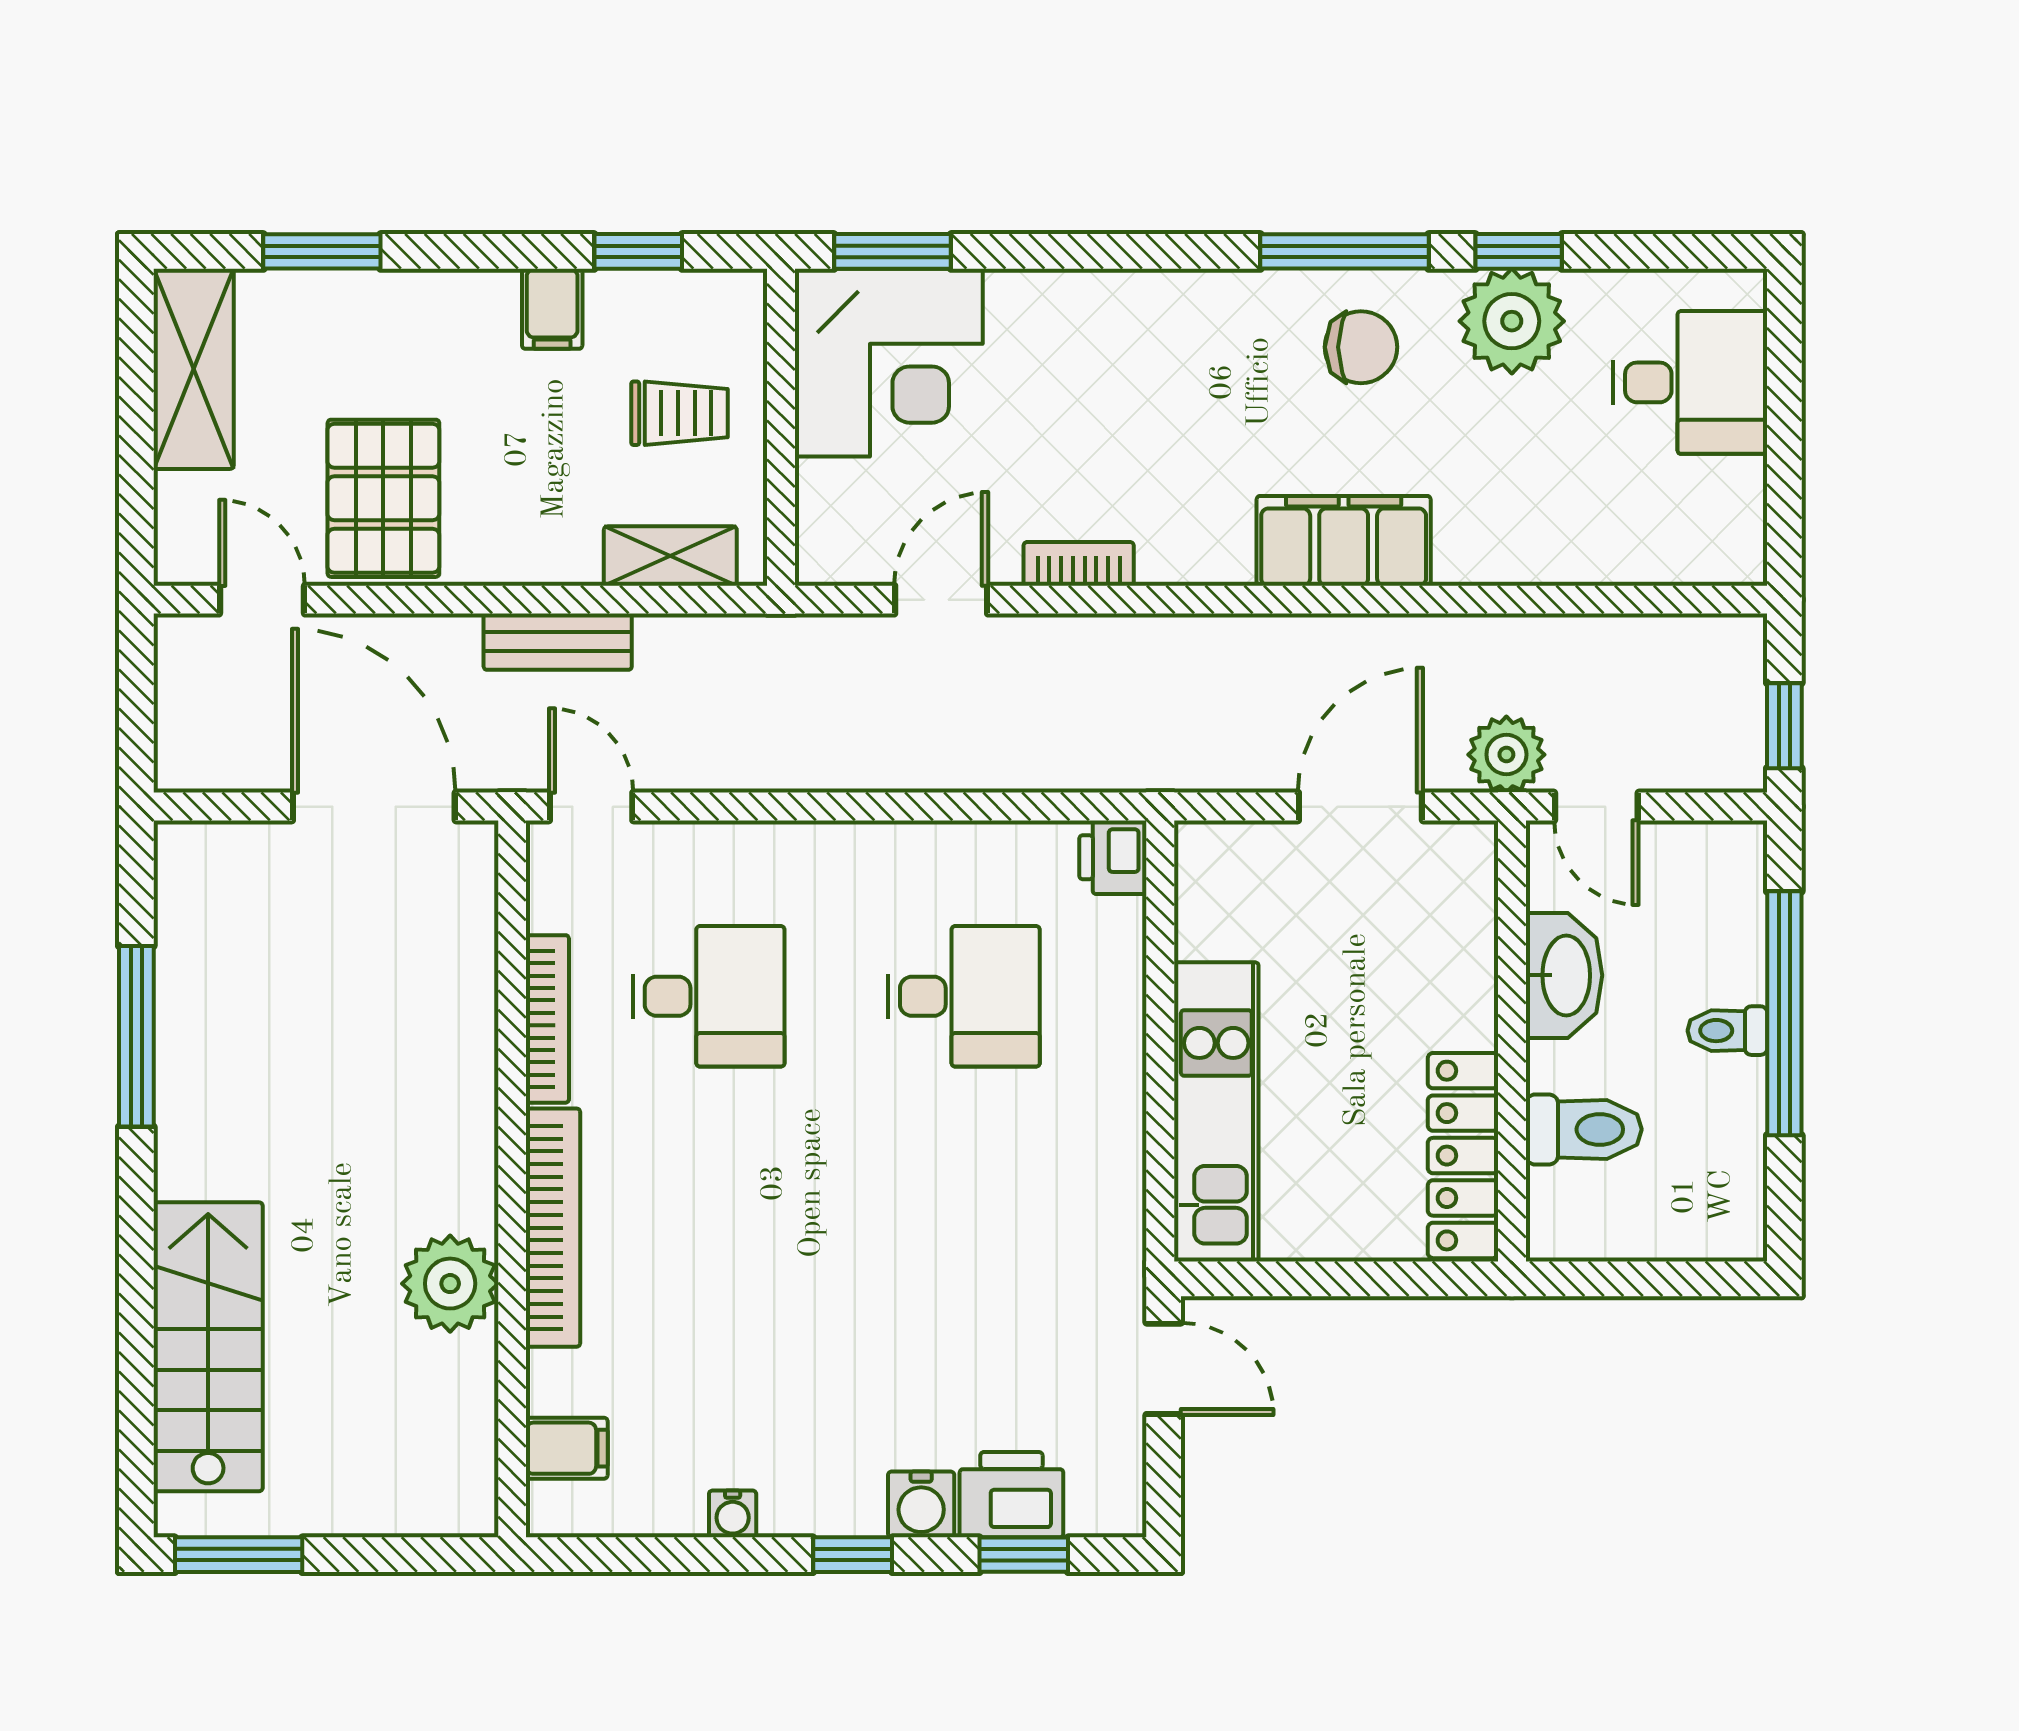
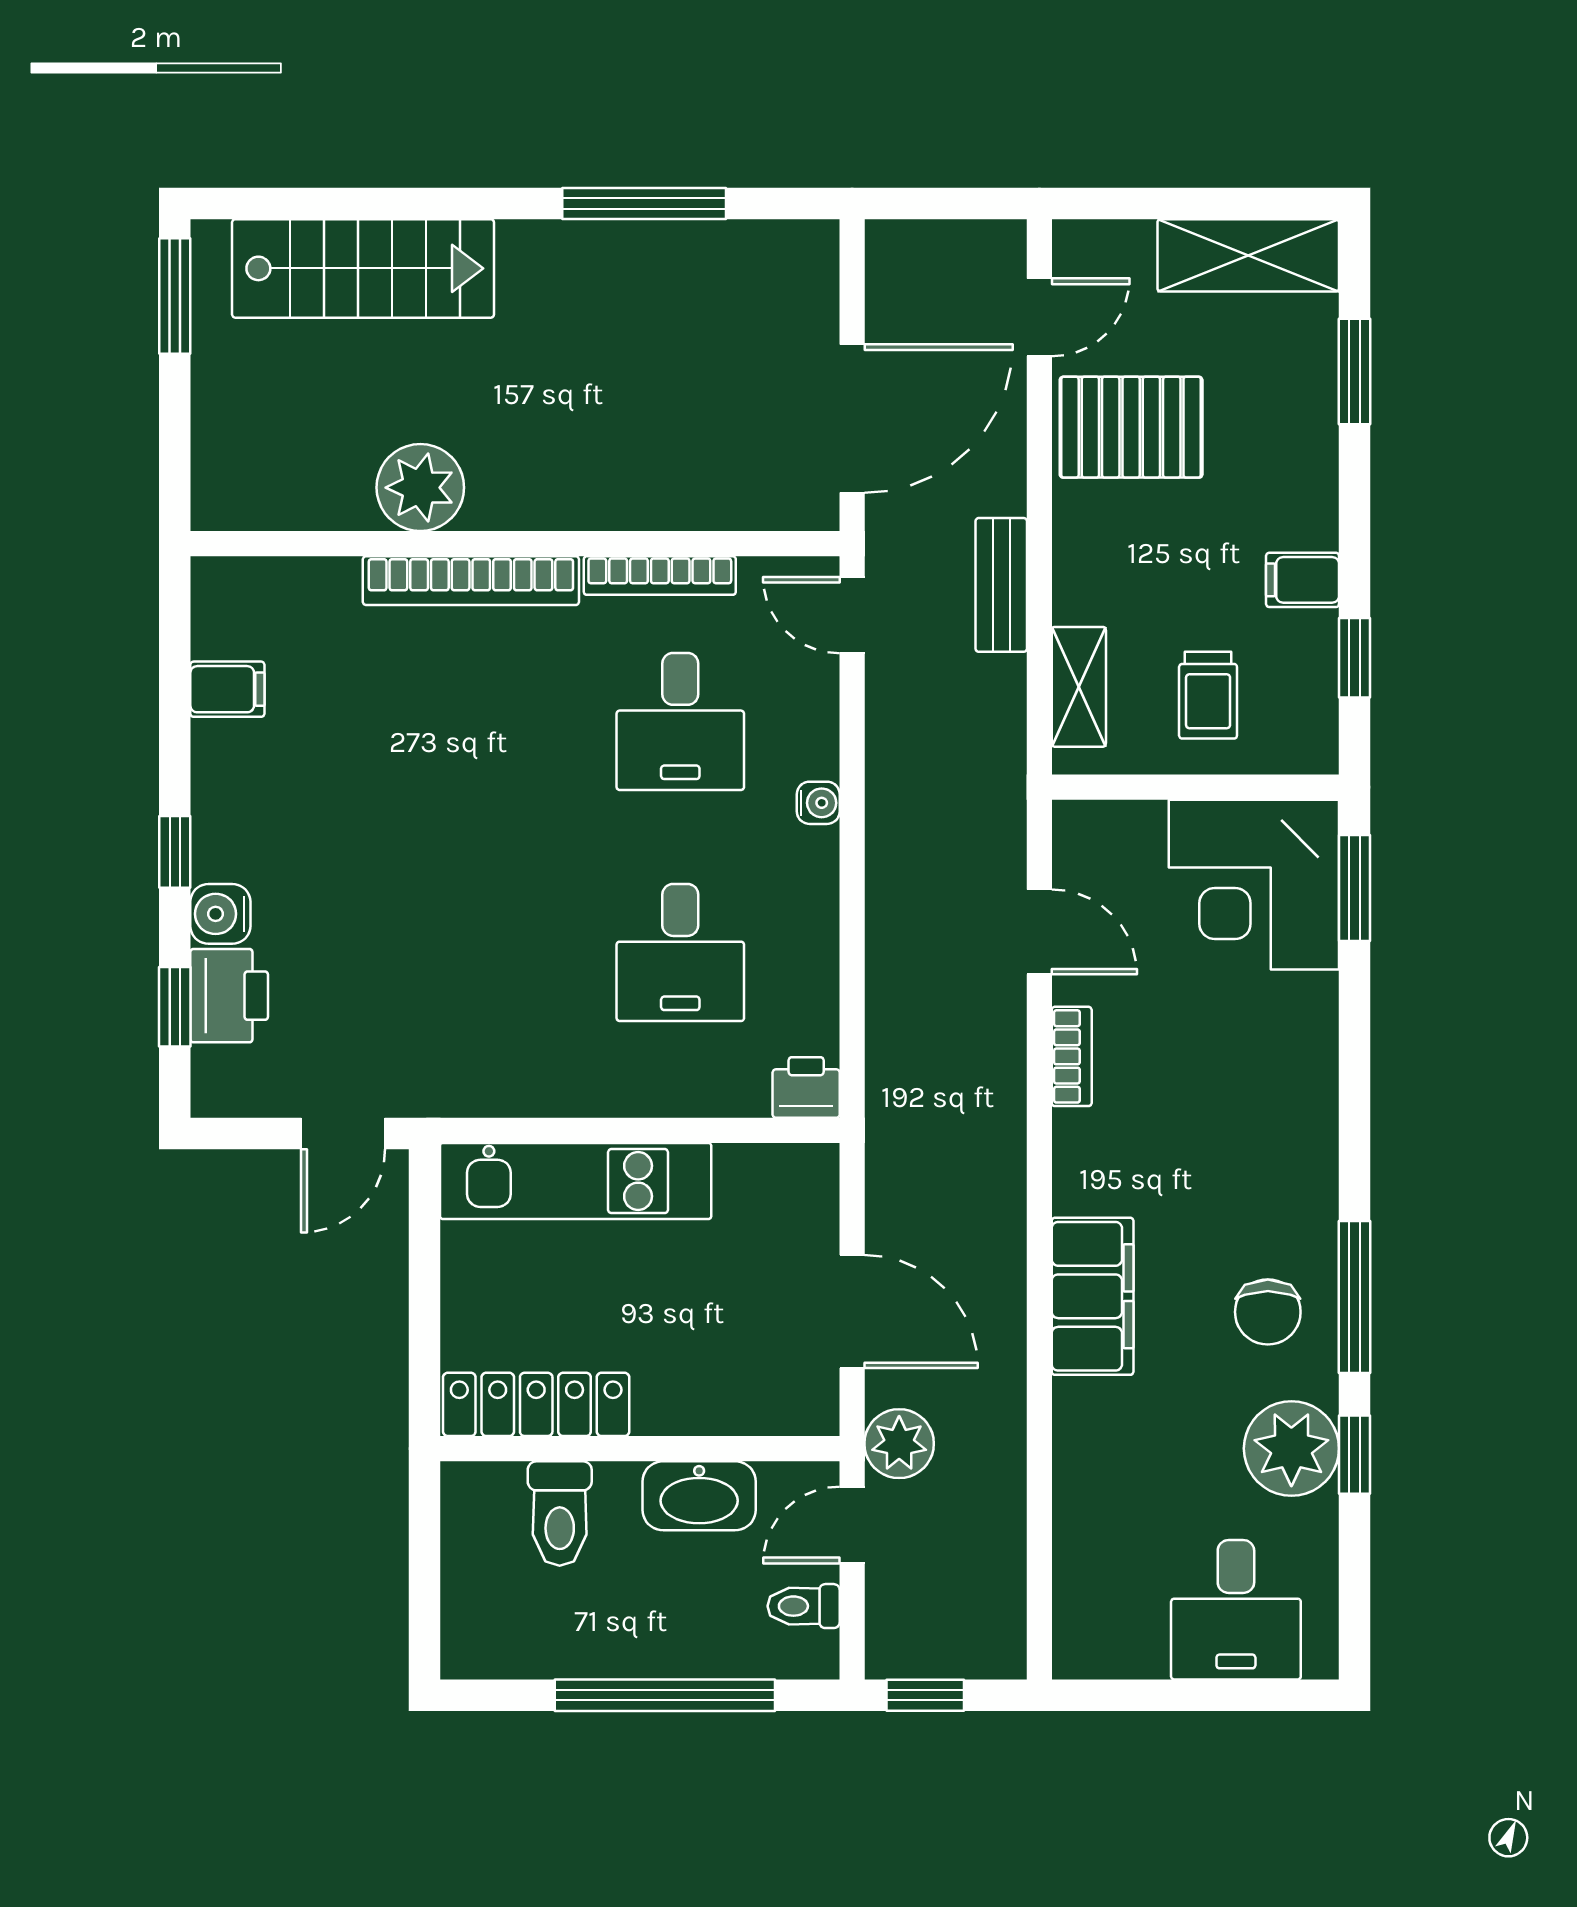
door: (591, 807) -> (852, 615), swing flipped
toilet: (1727, 1031) -> (804, 1606), moved, turned -90
filing cabinet: (567, 1448) -> (227, 689), moved, turned -90
water cooler: (733, 1514) -> (818, 803), moved, turned 180

